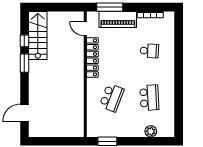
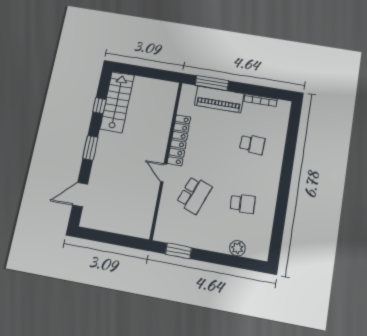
door: (85, 29) -> (164, 173), moved
window: (24, 63) -> (90, 148), moved
school desk: (149, 98) -> (243, 204), width x0.54

